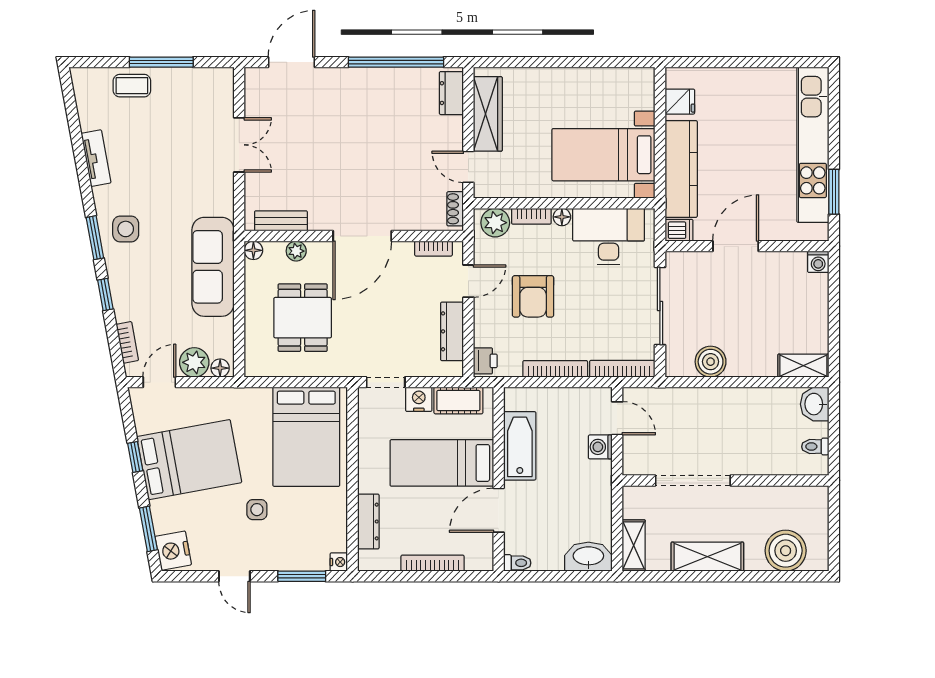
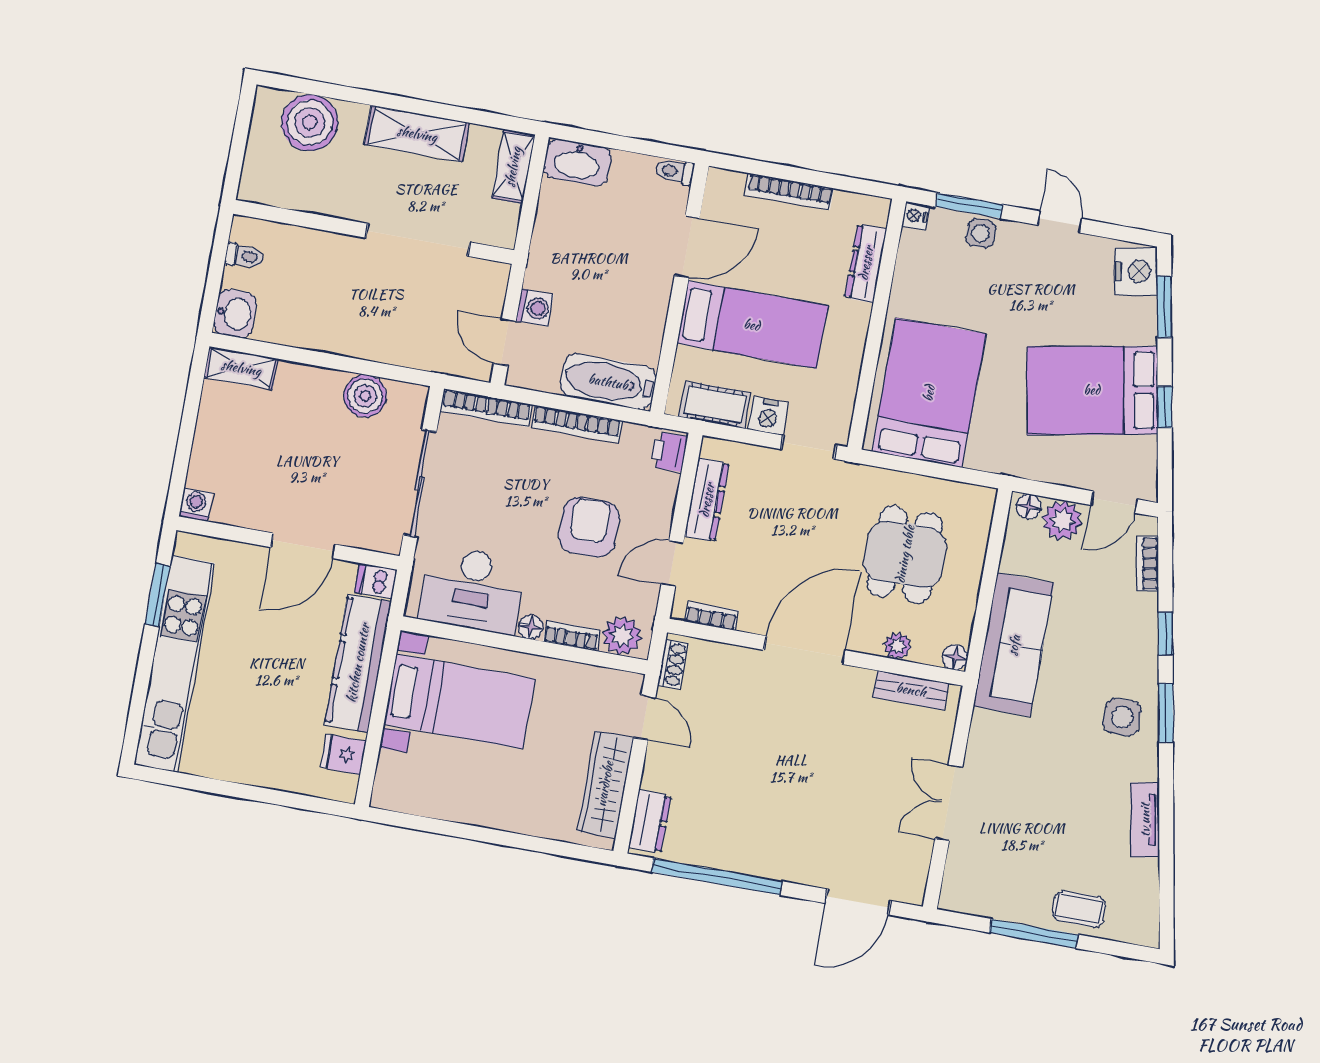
bathtub: (520, 446) -> (608, 382), moved, turned 90
side table: (257, 510) -> (981, 233), moved

